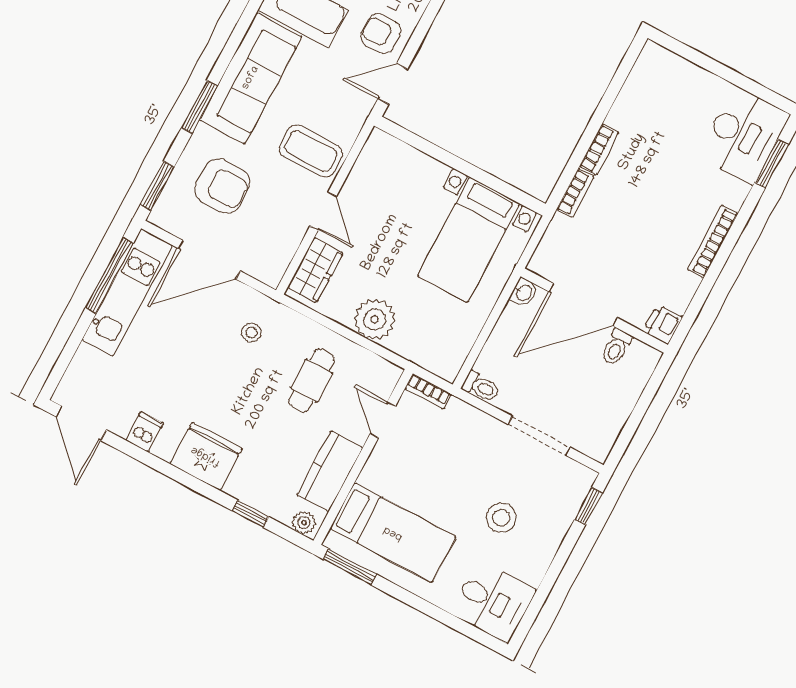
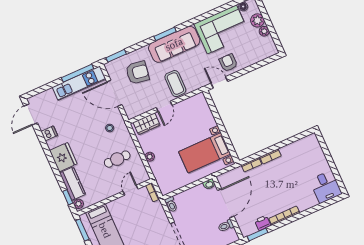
window: (200, 107) -> (165, 34), moved
desk: (744, 135) -> (326, 187), width x0.73
window: (772, 164) -> (258, 234), moved
armchair: (222, 186) -> (137, 72), turned -81
door: (583, 305) -> (226, 203), swing flipped
plant: (374, 320) -> (150, 157), width x0.53, depth x0.53
printer: (663, 324) -> (263, 223), moved
kitchen counter: (330, 471) -> (72, 184), moved, turned 90
window: (251, 514) -> (68, 197), moved

